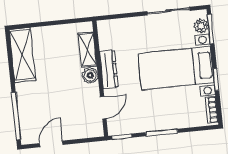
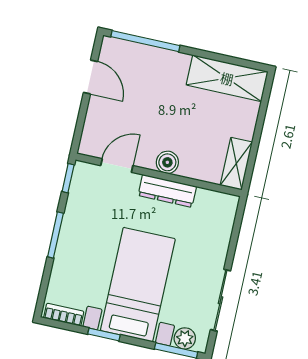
shelving: (87, 50) -> (236, 164), moved, turned 90
door: (103, 108) -> (117, 166), swing flipped

